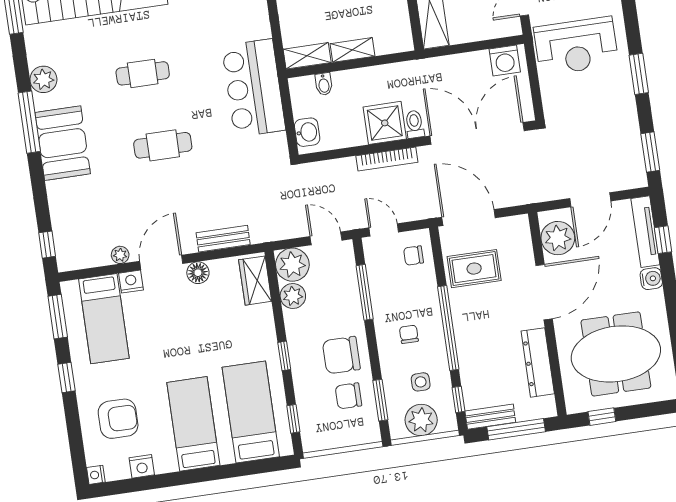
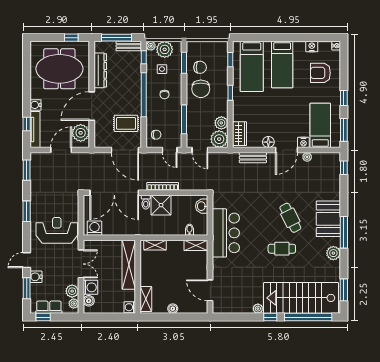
shelving: (352, 50) -> (155, 245), moved
cafe table: (163, 145) -> (290, 218), moved, turned 63
chair: (341, 355) -> (201, 89), turned 90
plant: (448, 423) -> (151, 46), added

